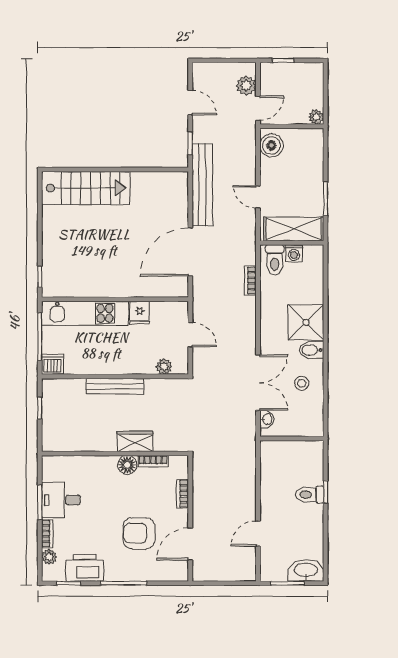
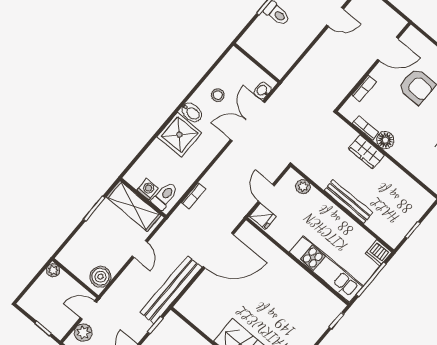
fridge: (139, 313) -> (263, 216), moved, turned 90

